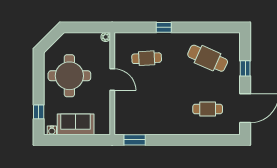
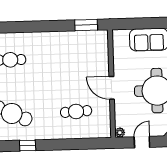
door: (85, 27) -> (142, 142), added
window: (164, 27) -> (28, 145), moved

